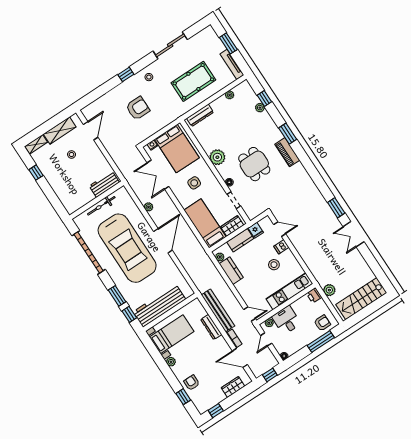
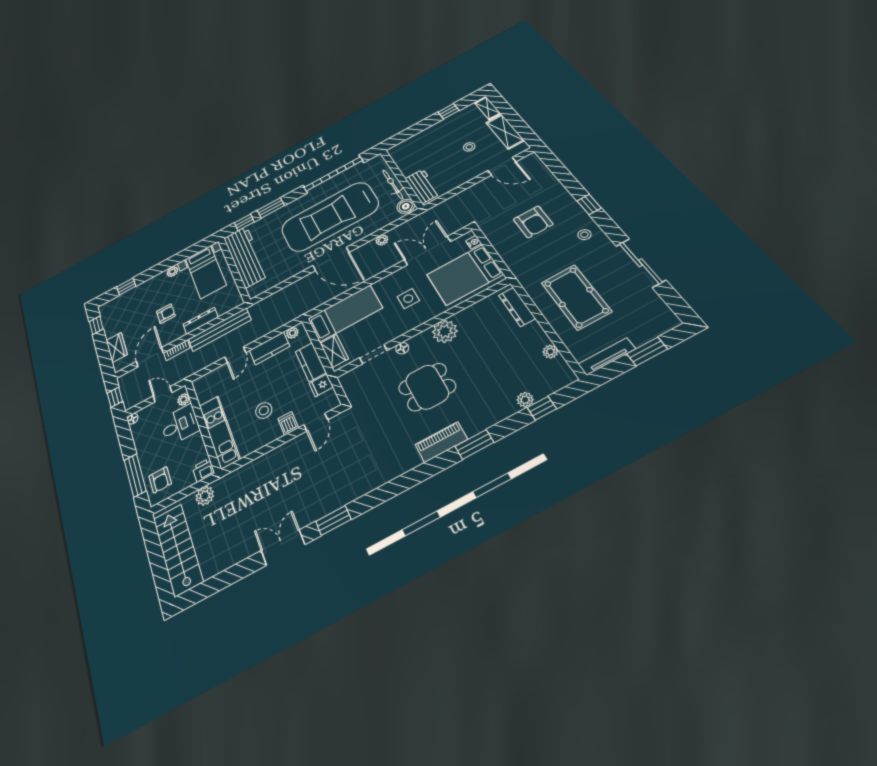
boiler: (121, 194) -> (406, 206), added
door: (250, 314) -> (235, 355), moved
armchair: (192, 383) -> (166, 314), moved

